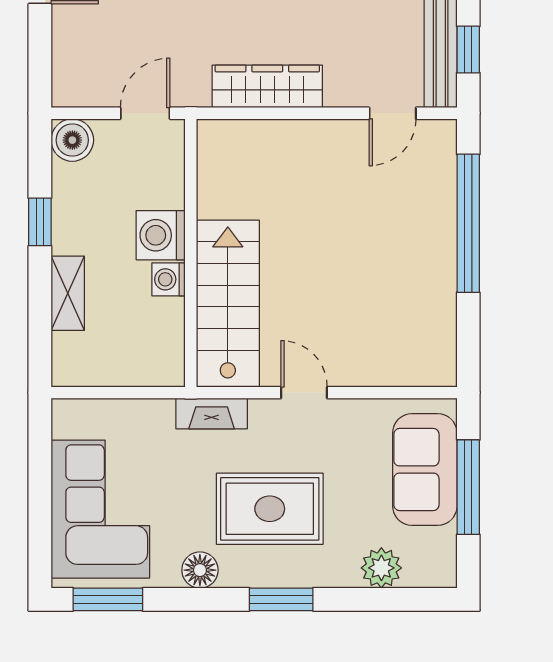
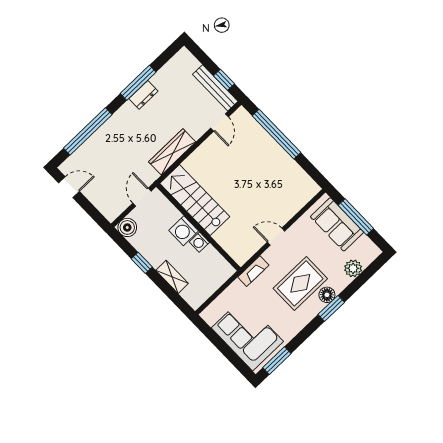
stairs: (228, 304) -> (195, 200), moved
floor lamp: (200, 570) -> (327, 295), moved

